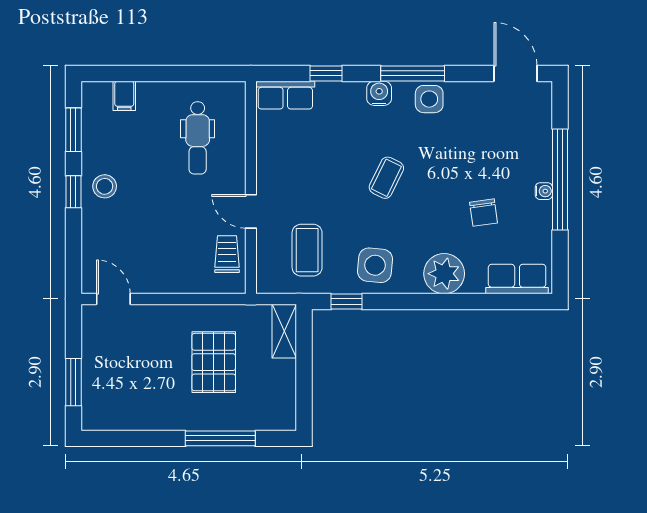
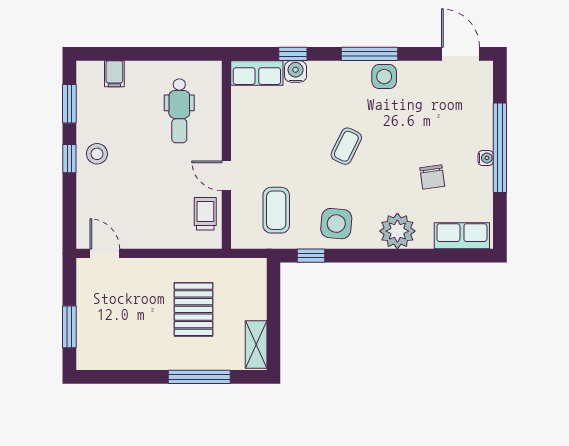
water cooler: (379, 93) -> (296, 71), moved
shelving: (284, 331) -> (256, 344), moved

